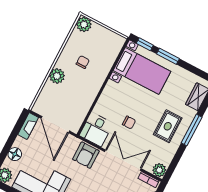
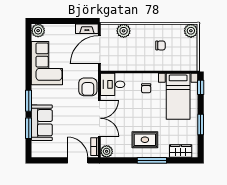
window: (168, 56) -> (201, 124), moved
plant: (57, 76) -> (124, 31), moved
chair: (129, 122) -> (146, 88), moved
floor lamp: (15, 154) -> (59, 30), removed
armchair: (86, 155) -> (88, 87), turned -90

